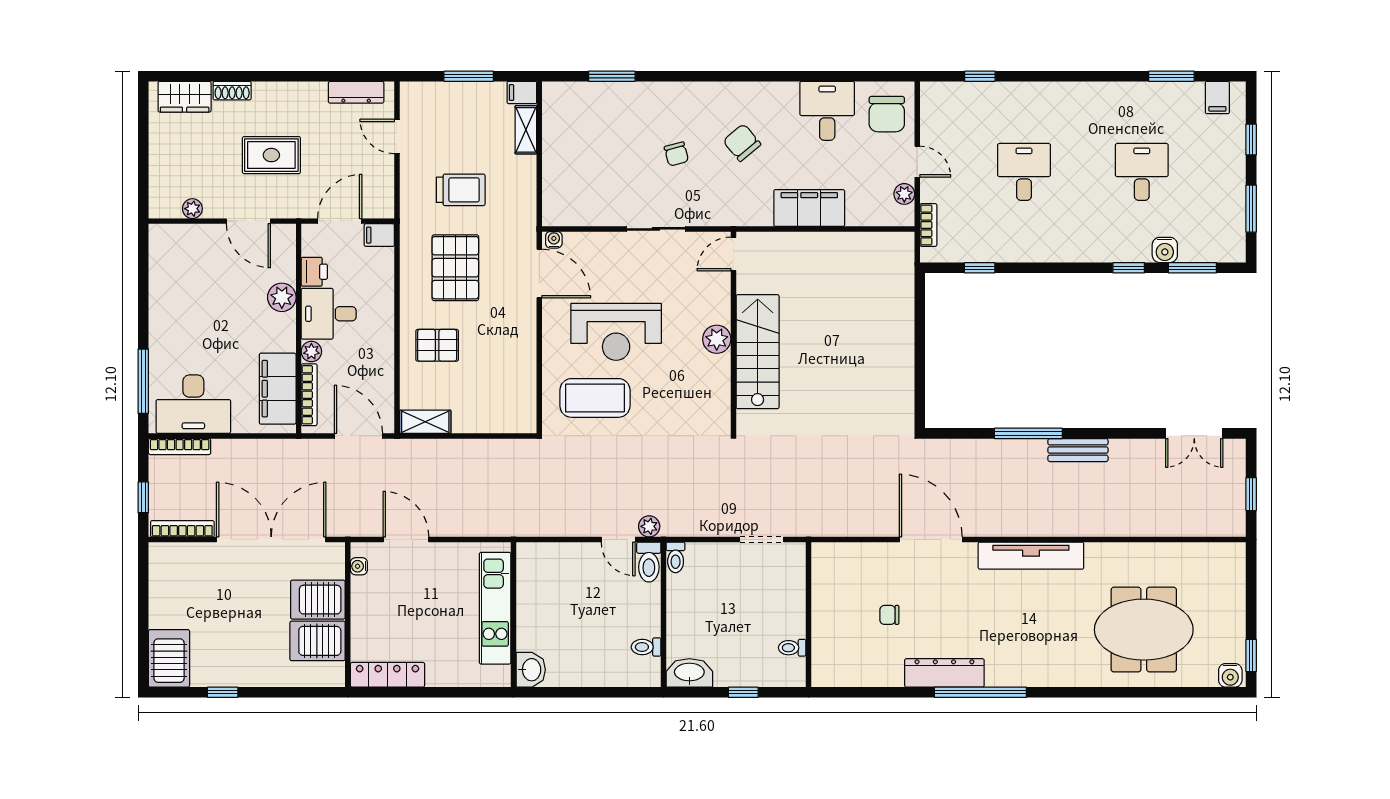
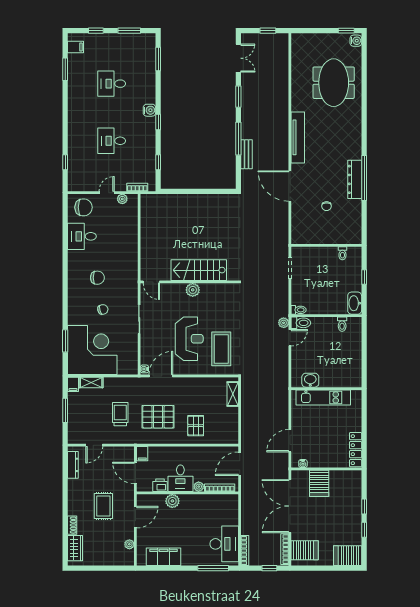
corner desk: (593, 132) -> (92, 350), added
chair: (742, 143) -> (97, 278), turned -140
filing cabinet: (809, 208) -> (129, 245), removed
water cooler: (1165, 250) -> (149, 110), moved
window: (1129, 268) -> (158, 122), moved
filing cabinet: (278, 389) -> (164, 557), moved, turned 180
shelving: (425, 422) -> (233, 394), moved
window: (1115, 433) -> (238, 97), added
bench: (1078, 450) -> (247, 154), moved
door: (931, 540) -> (290, 186), hinge flipped
server rack: (318, 641) -> (305, 550), moved, turned -90
washbasin: (531, 670) -> (310, 380), moved
window: (270, 692) -> (364, 507), added
window: (980, 692) -> (364, 178), moved

